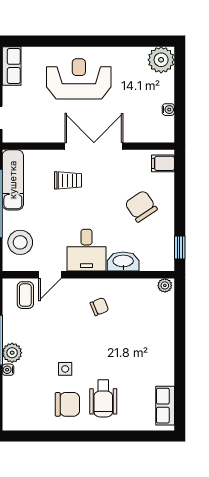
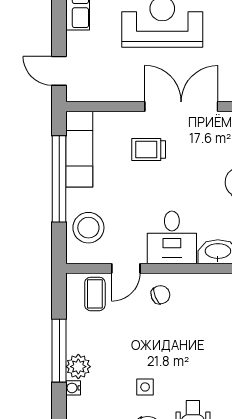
trolley: (68, 180) -> (149, 150), turned 180
chair: (99, 307) -> (160, 295), moved

